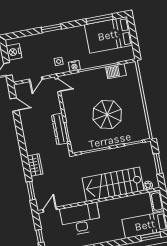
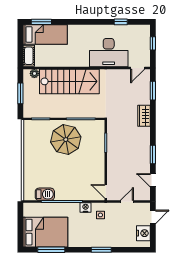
parasol: (107, 114) -> (66, 140), moved
window: (19, 129) -> (153, 154), added
dresser: (60, 129) -> (112, 147), removed

